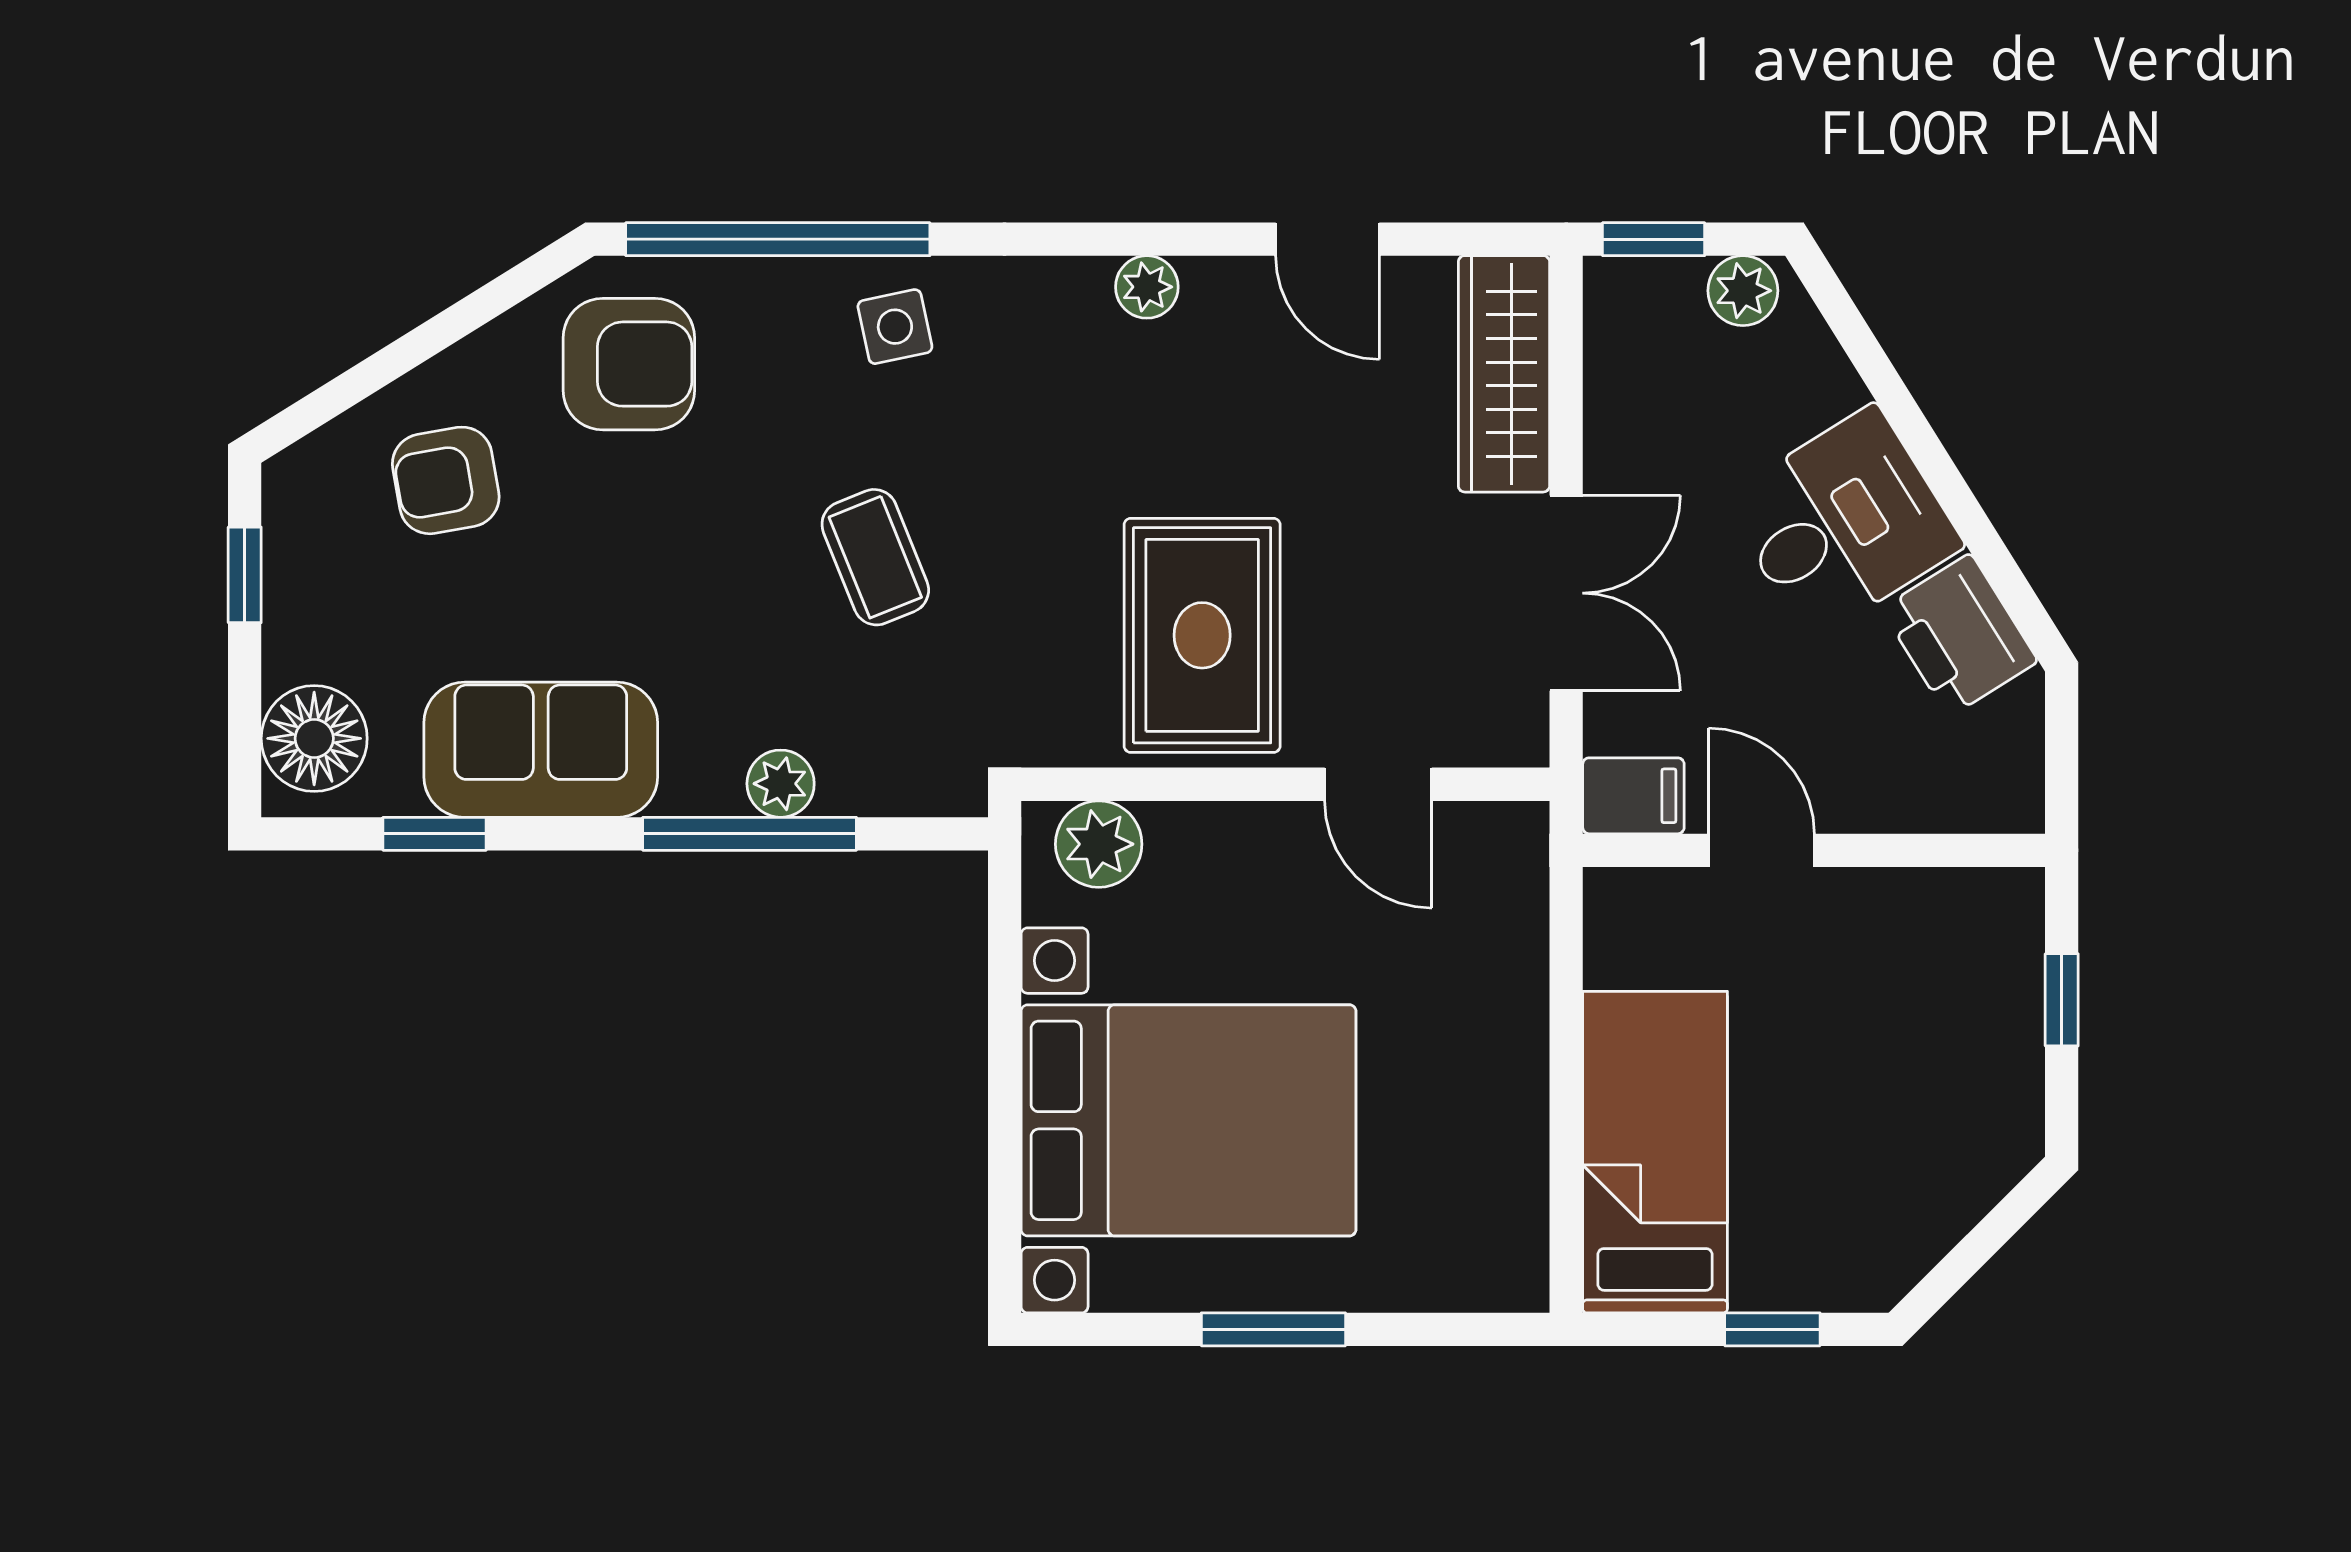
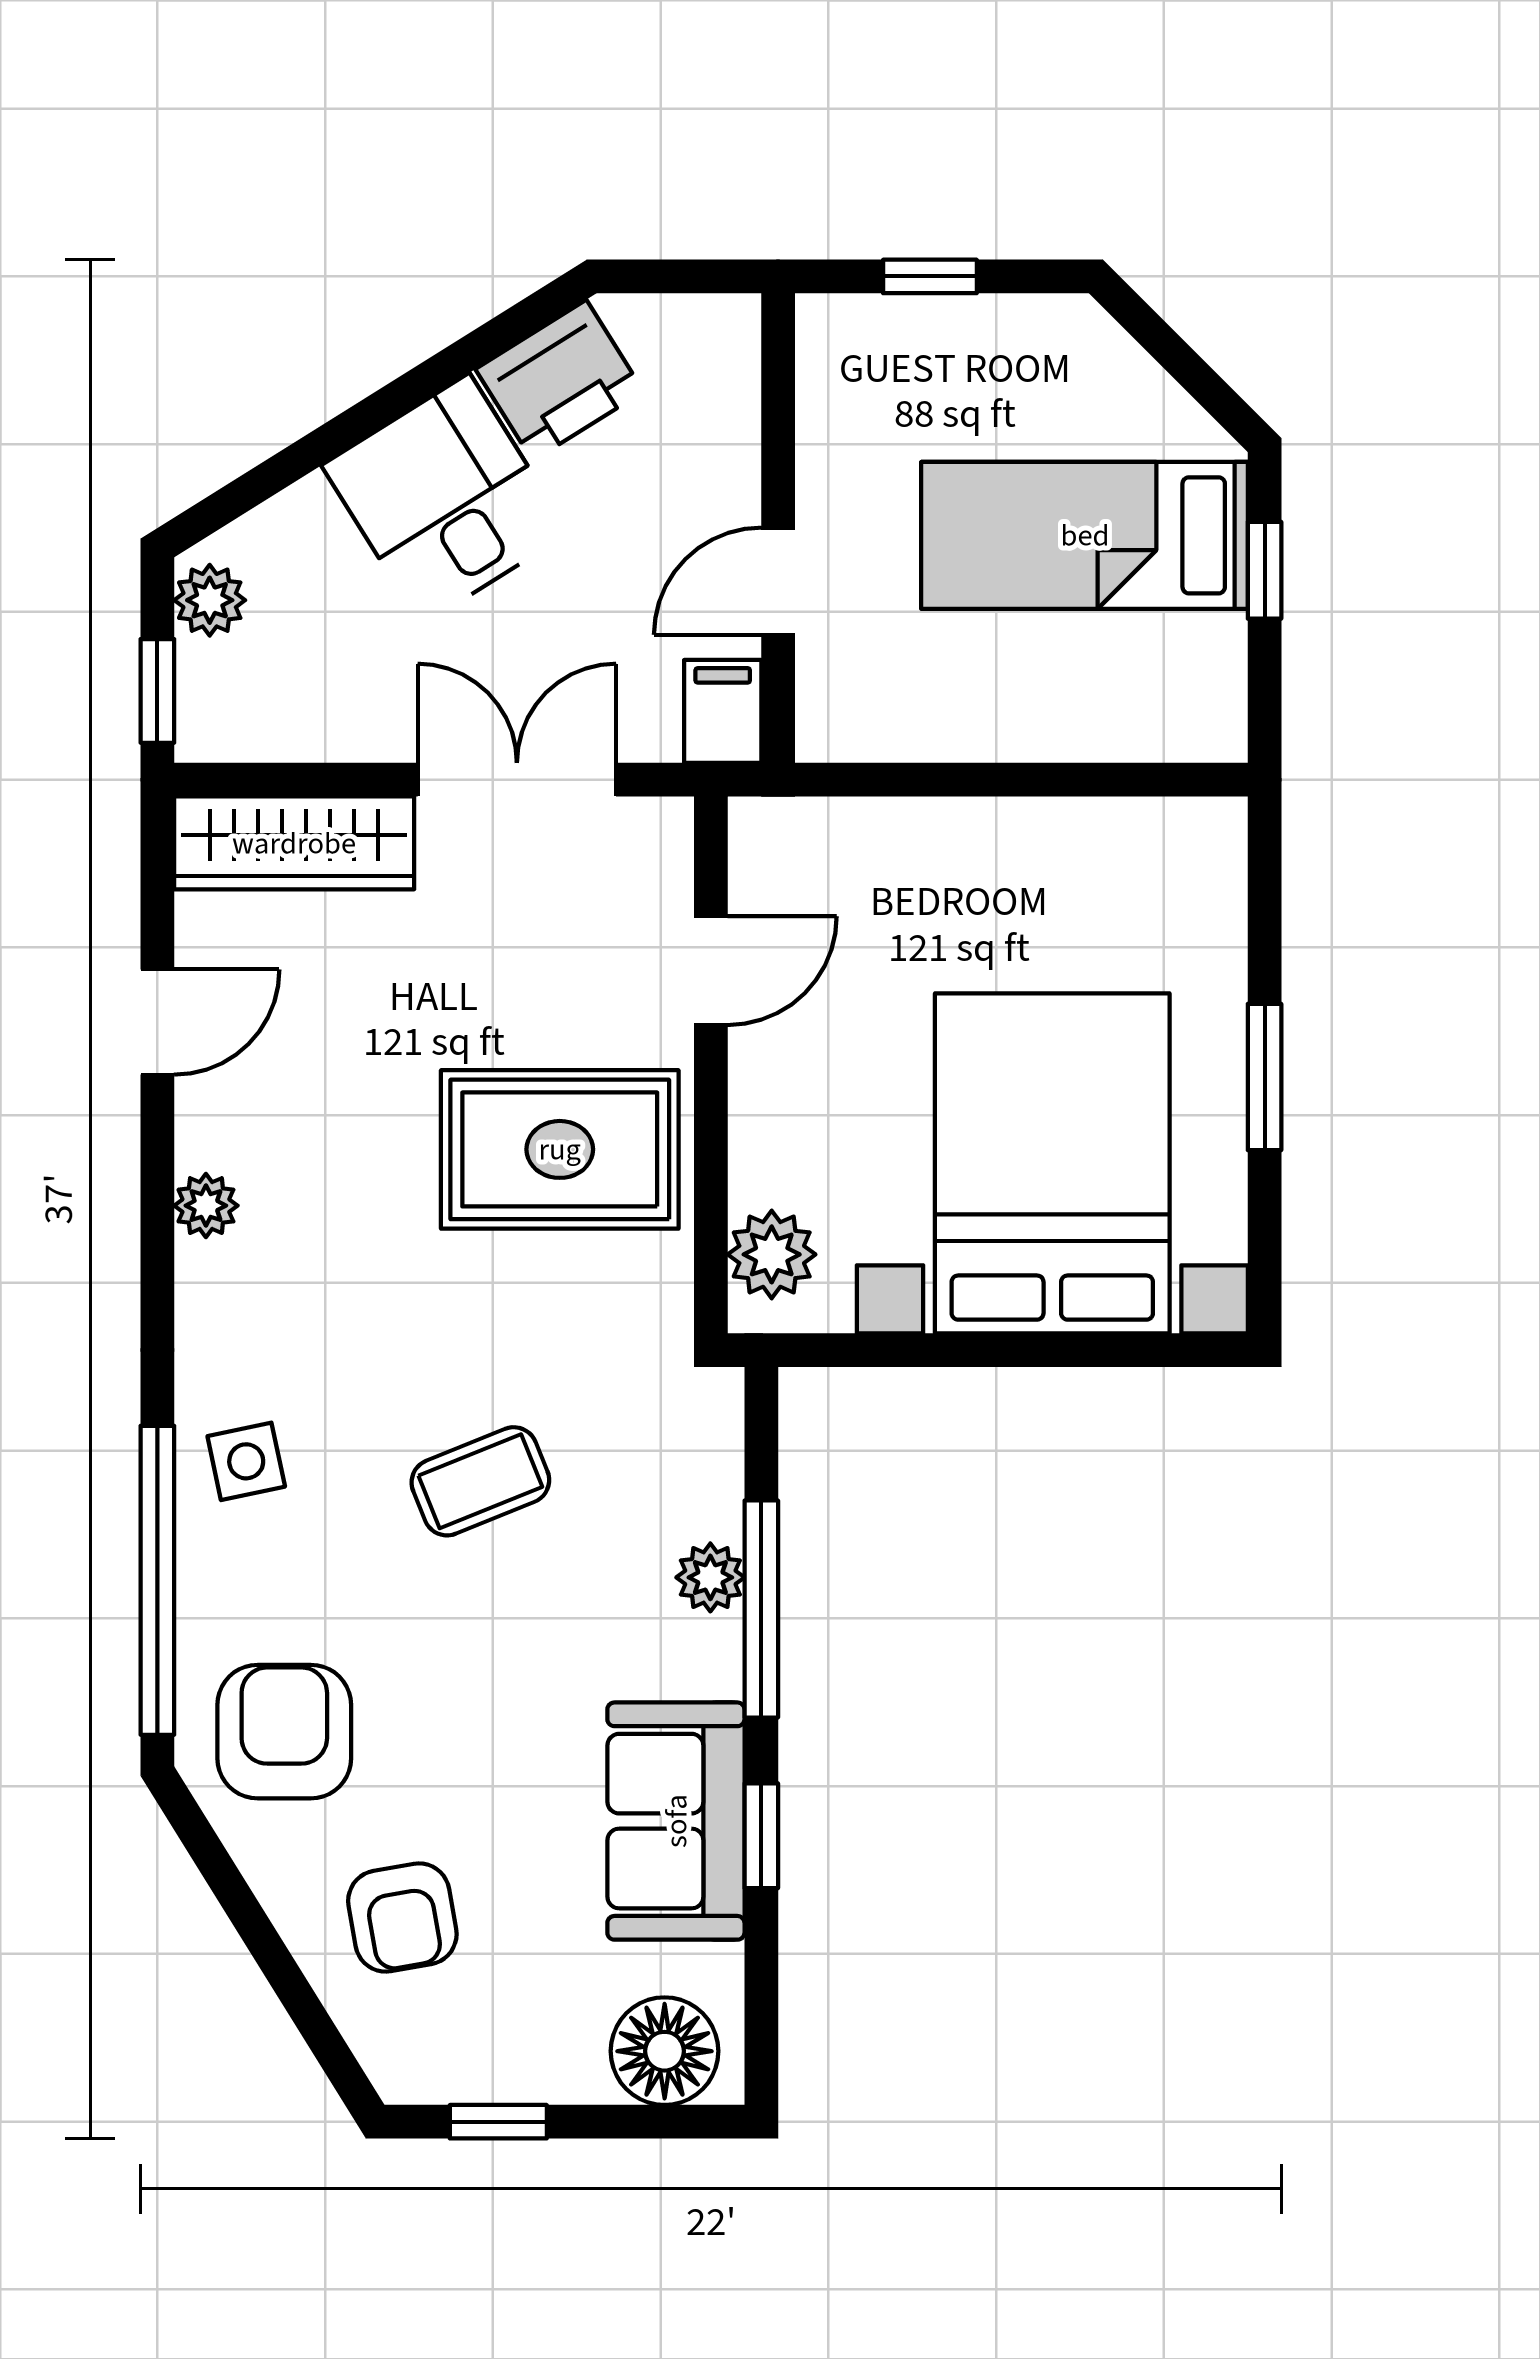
window: (435, 834) -> (761, 1836), moved
bed: (1655, 1152) -> (1085, 535), moved

